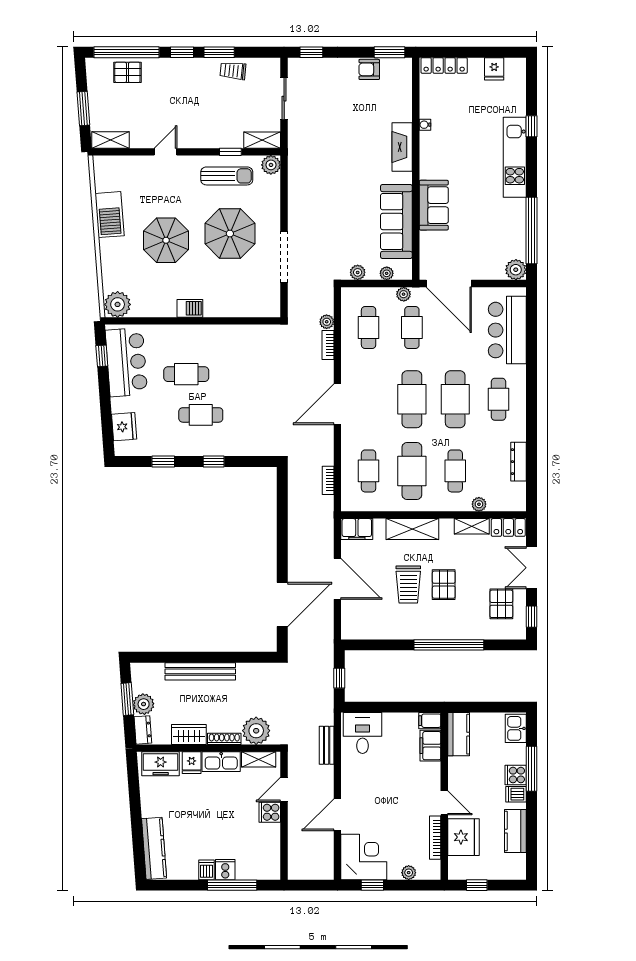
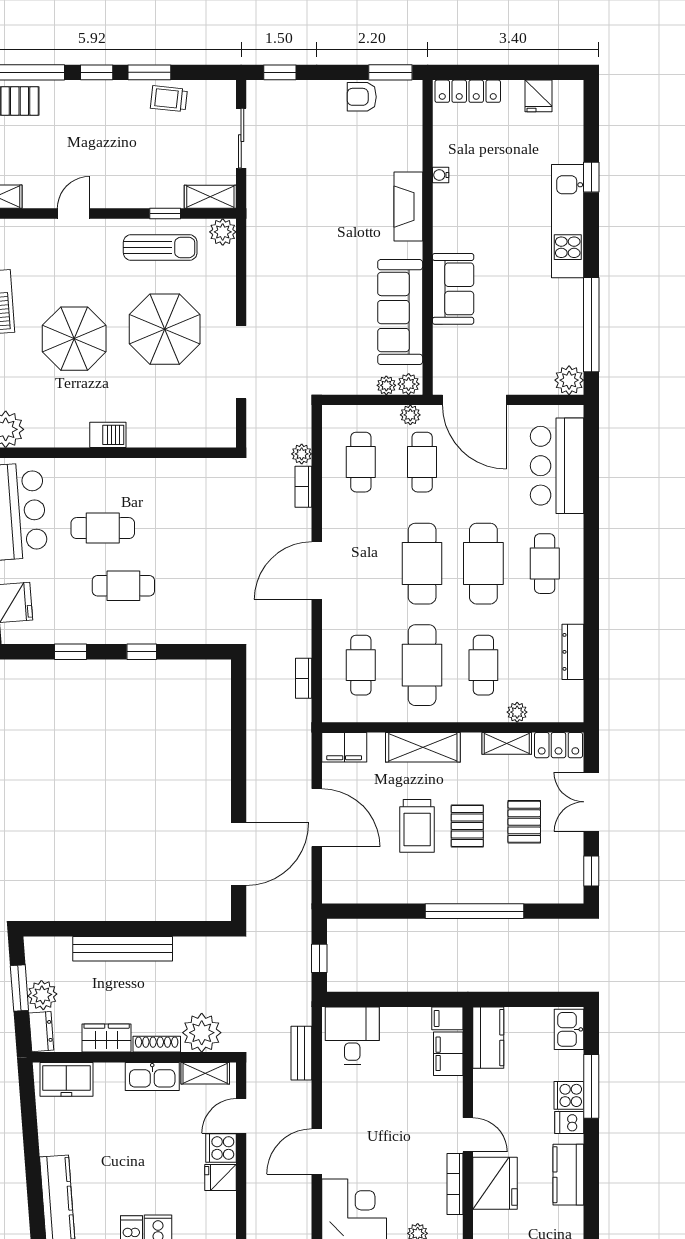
plant: (358, 272) -> (409, 384), moved
pallet: (501, 604) -> (524, 822), moved
fridge: (192, 763) -> (220, 1177), moved, turned 90

